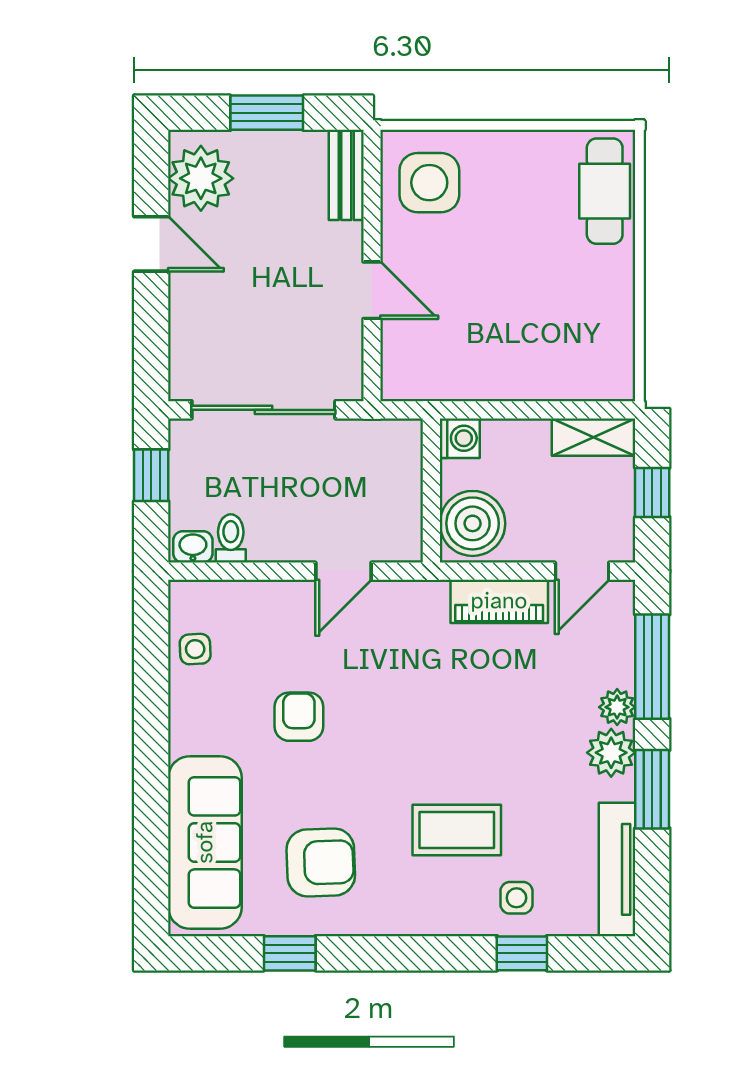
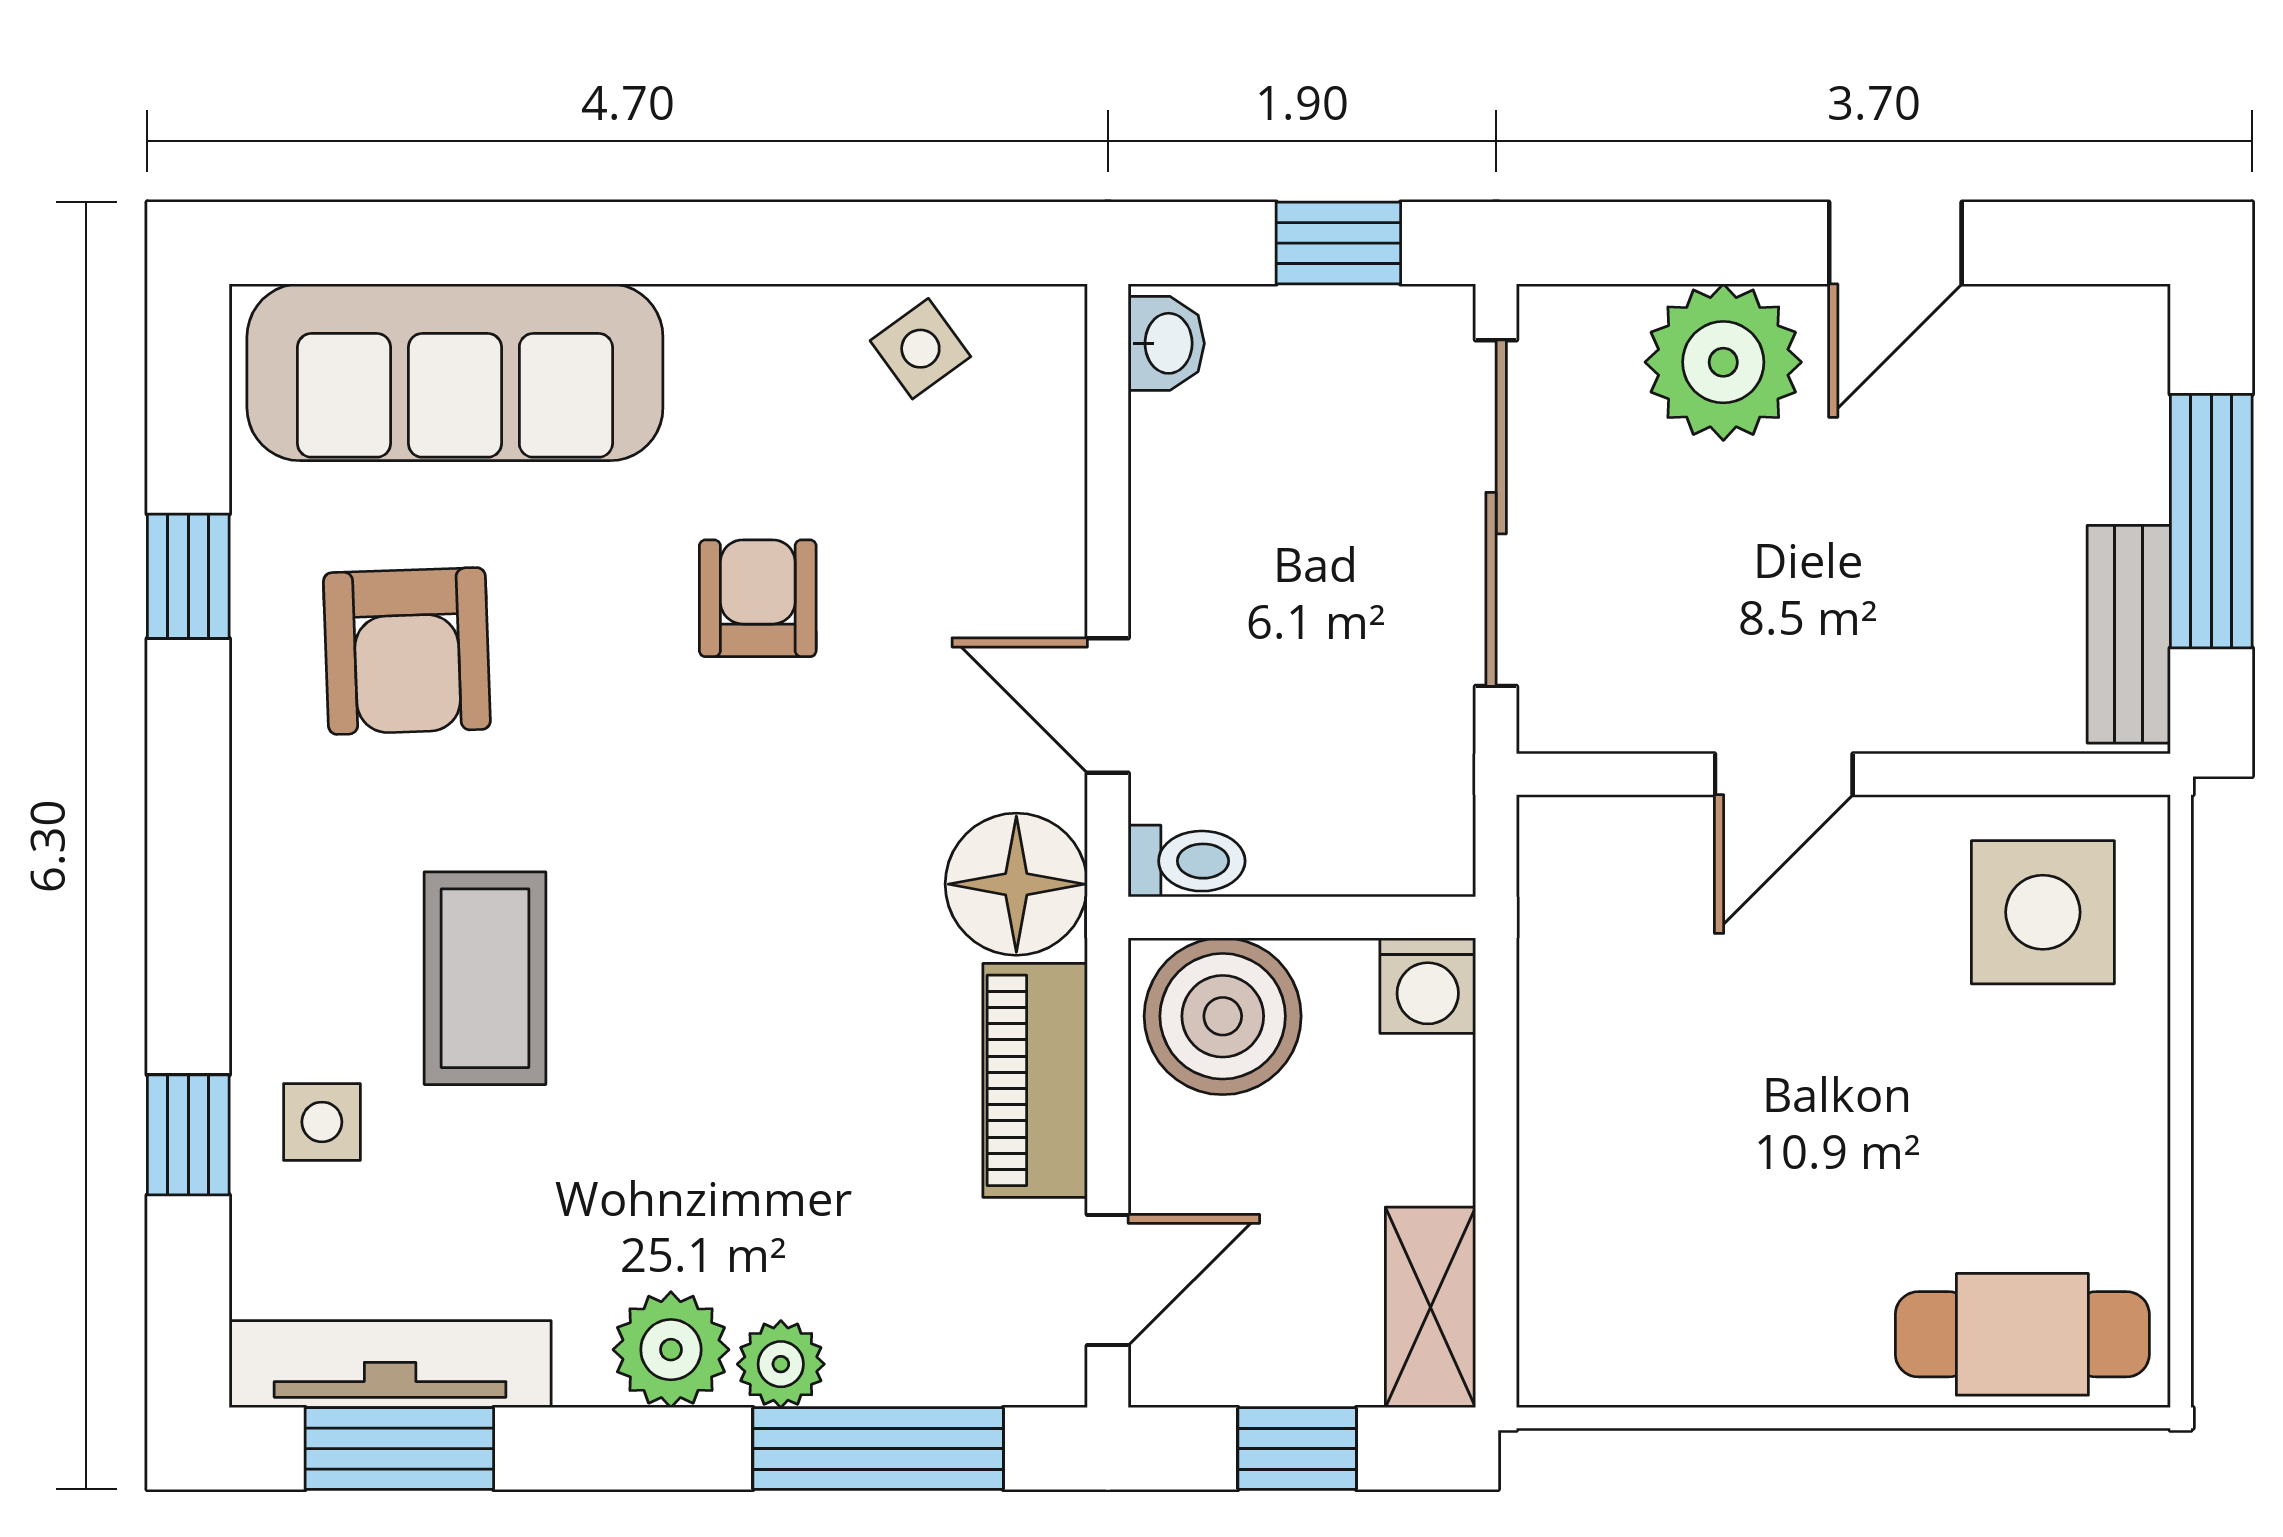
window: (267, 113) -> (2211, 521), width x1.44
bench: (346, 175) -> (2129, 634), moved, turned 90
plant: (201, 178) -> (1723, 362), moved
toilet: (231, 538) -> (1187, 861), moved
door: (582, 571) -> (1108, 1280), swing flipped
floor lamp: (418, 609) -> (1016, 884), added
side table: (195, 649) -> (920, 349), turned -33
armchair: (299, 717) -> (758, 598), turned -90
window: (652, 789) -> (399, 1449), moved

